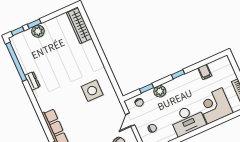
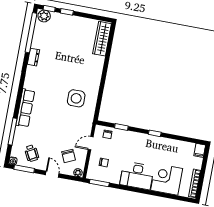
plant: (38, 31) -> (44, 16), moved
filing cabinet: (205, 72) -> (200, 150), moved
plant: (160, 91) -> (131, 137), removed

